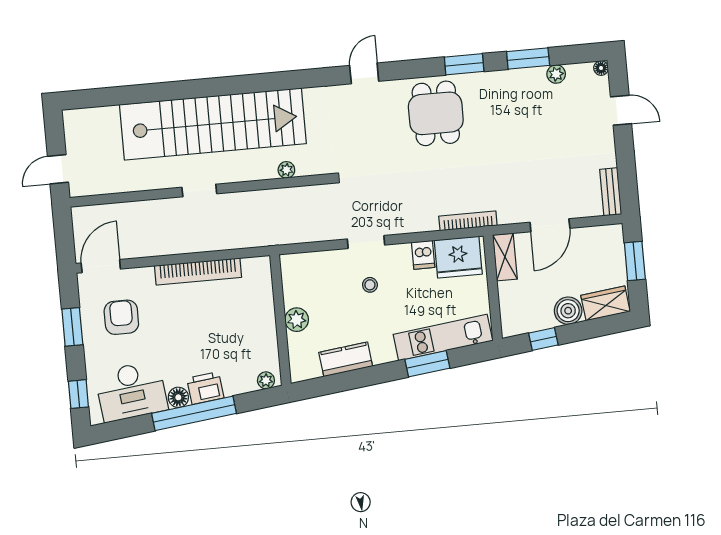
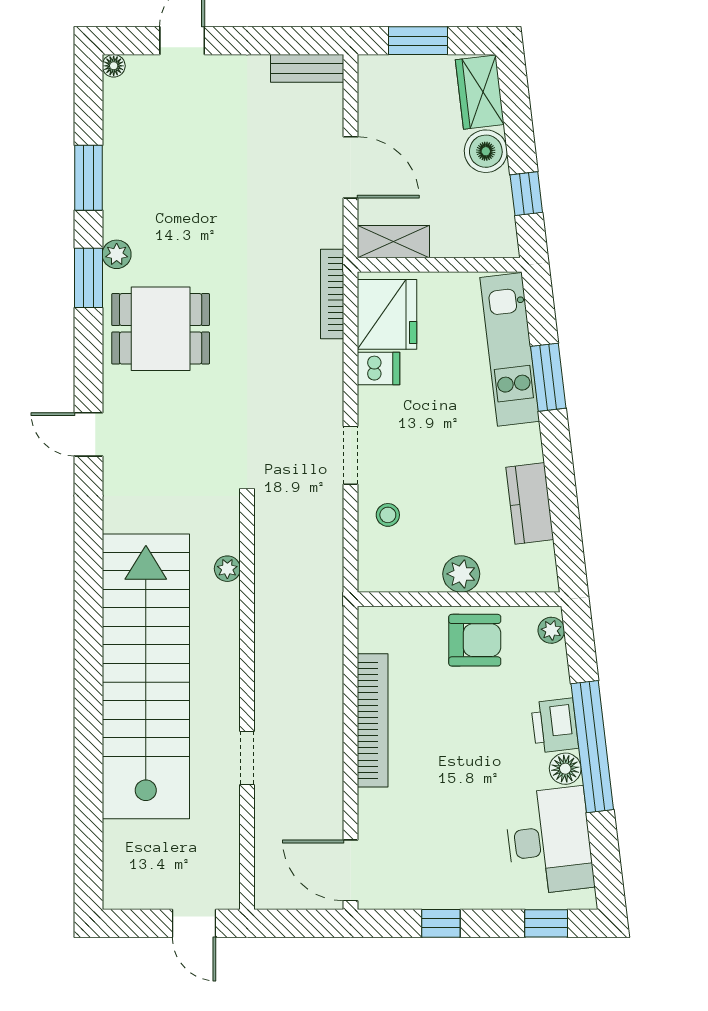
plant: (556, 74) -> (117, 254), moved
doorway: (199, 191) -> (247, 758), moved
stool: (370, 285) -> (388, 515), moved
armchair: (121, 317) -> (475, 640), moved, turned 180
window: (72, 327) -> (441, 923), width x0.67

